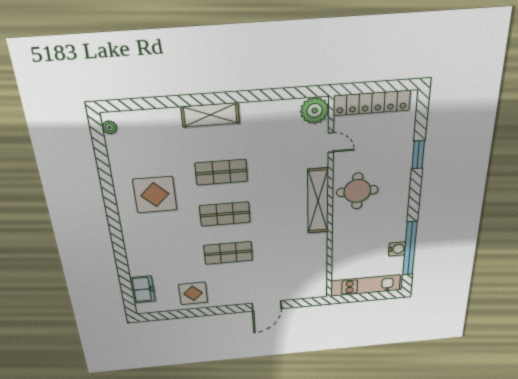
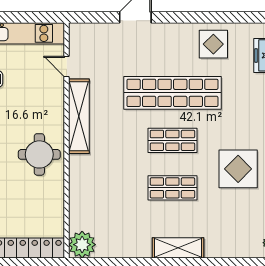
door: (331, 143) -> (67, 66), moved
shelving: (318, 201) -> (79, 116), moved
shop shelf: (228, 253) -> (172, 93), width x2.00, depth x1.36

